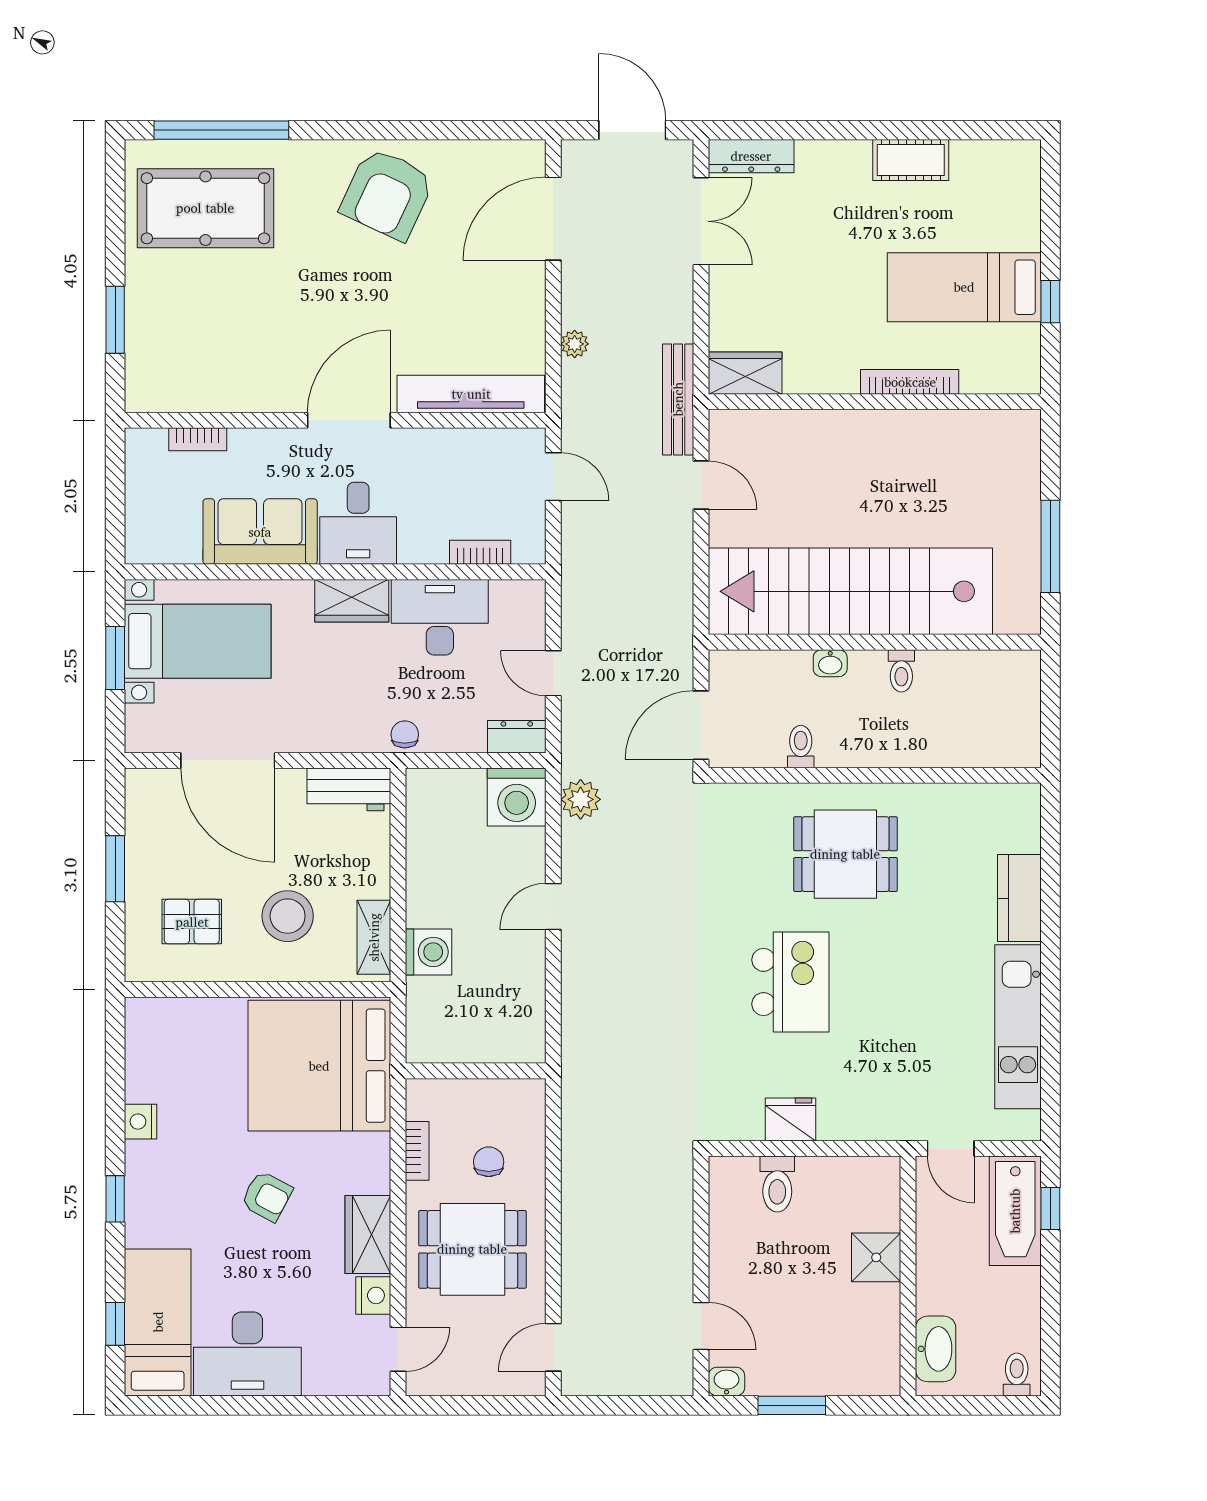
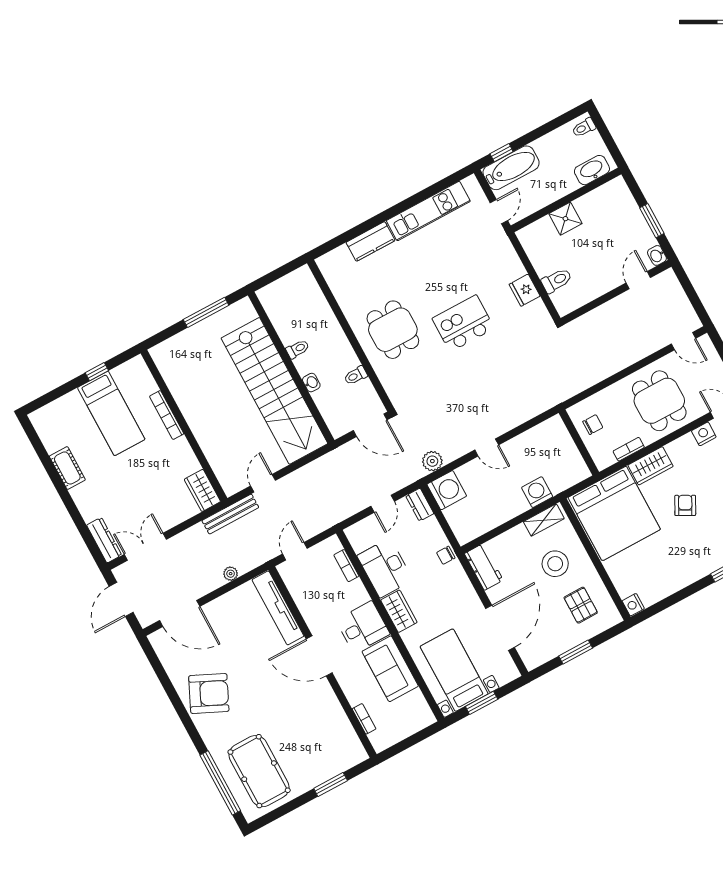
nightstand: (141, 1122) -> (633, 605), moved, turned 90
chair: (489, 1162) -> (593, 425), moved, turned 180
wardrobe: (368, 1234) -> (651, 466), moved

